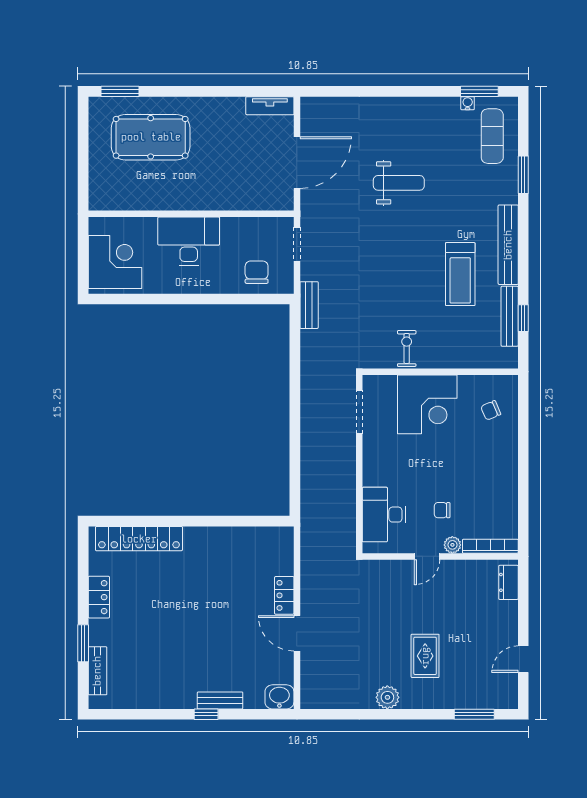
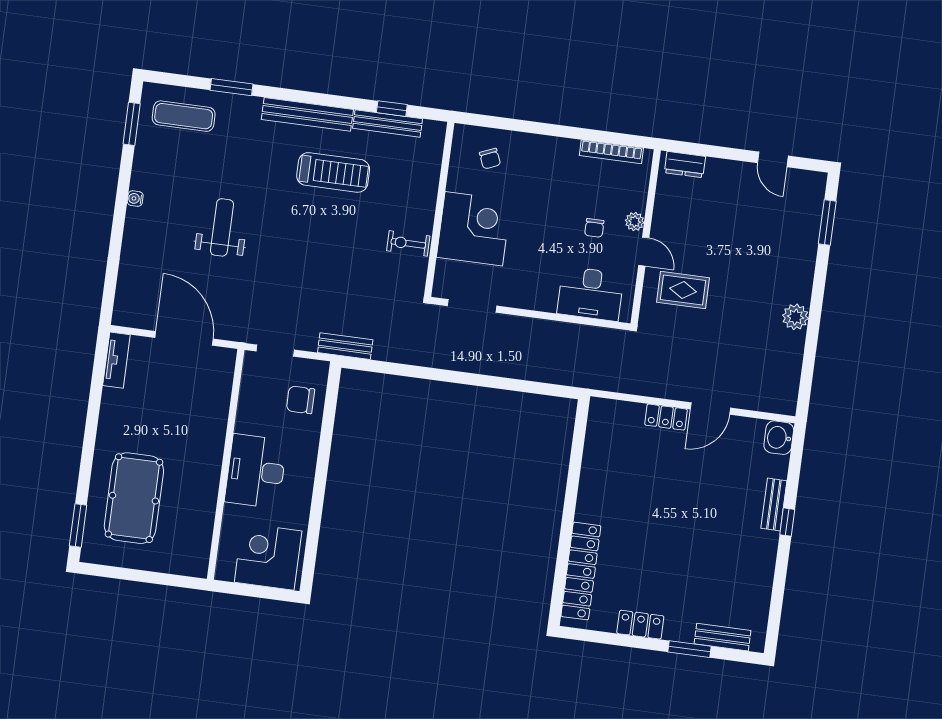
water cooler: (468, 103) -> (135, 199), moved
bookcase: (490, 546) -> (611, 152), moved, turned -90
rug: (425, 656) -> (683, 290), moved

